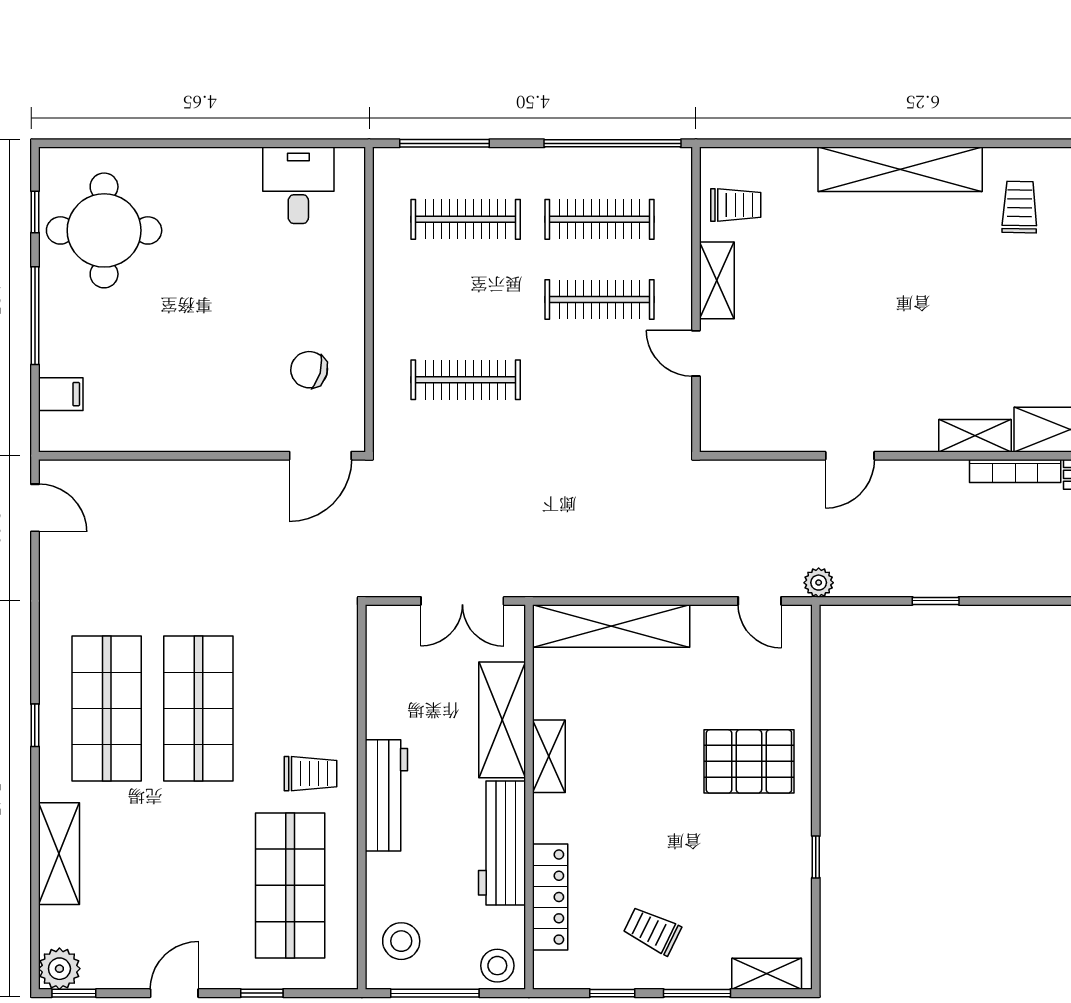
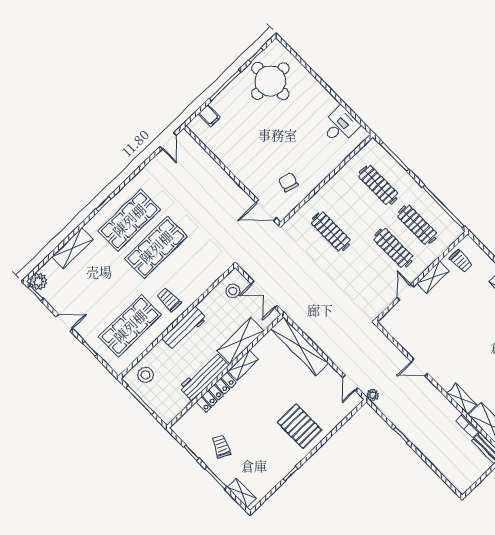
bookcase: (1015, 471) -> (467, 426), width x0.64
trolley: (310, 774) -> (169, 300), turned 180
locker: (550, 897) -> (216, 392), moved
stool: (497, 966) -> (233, 291), moved

